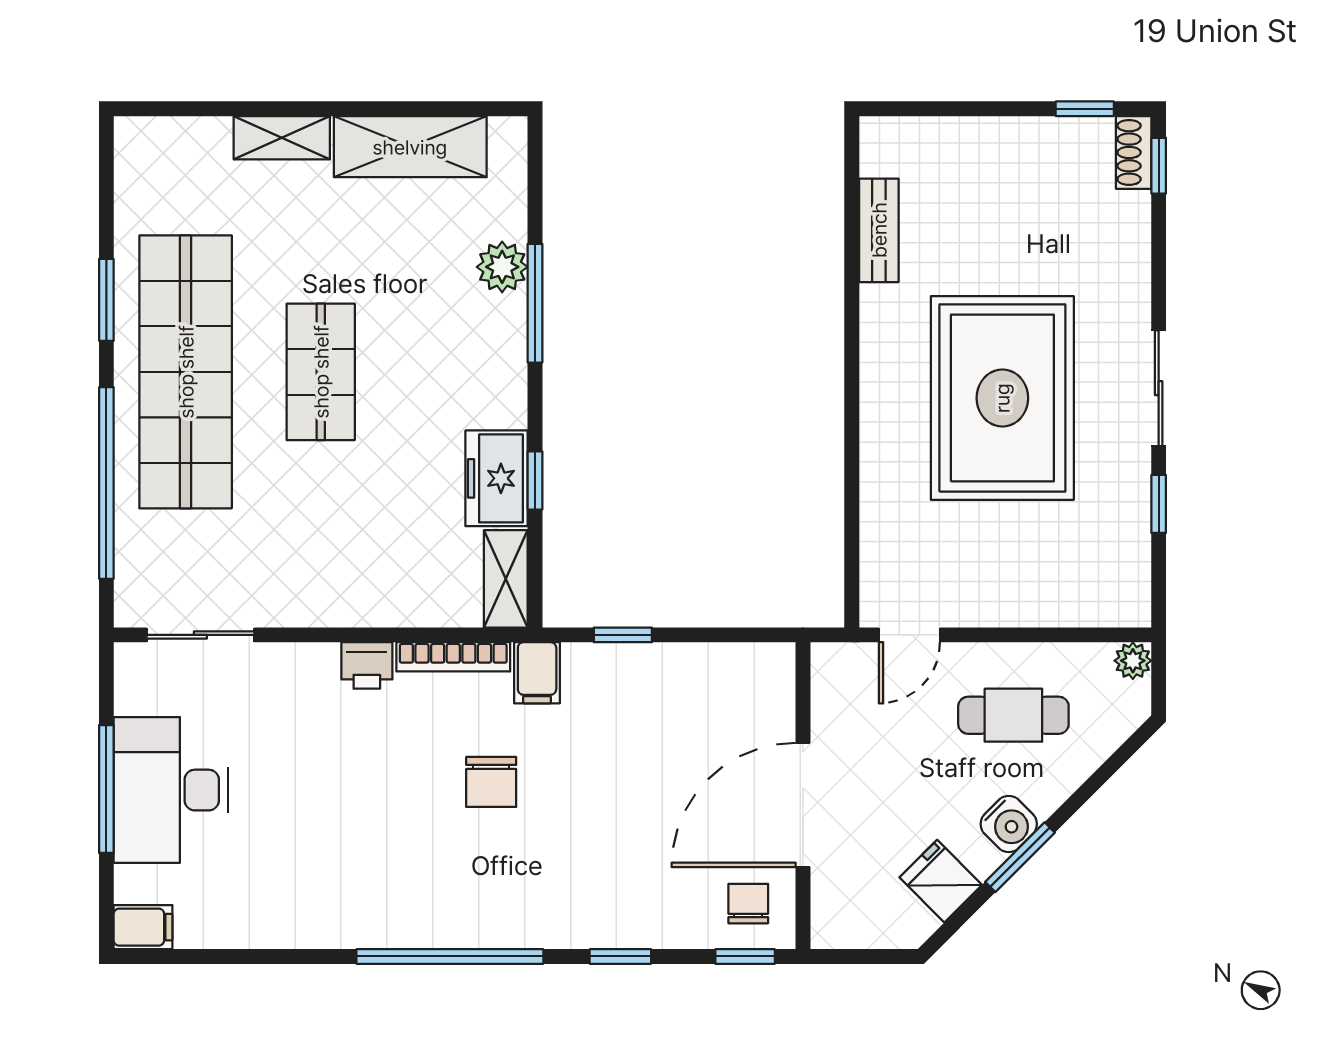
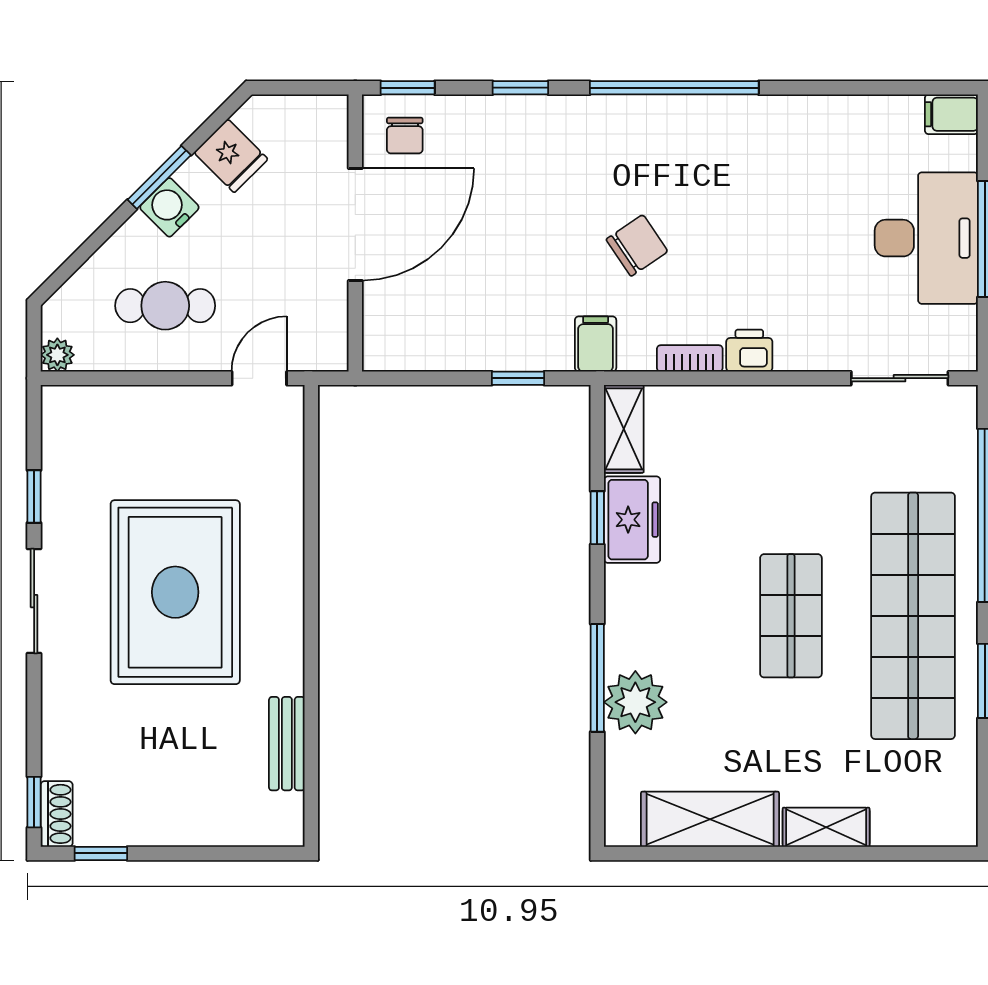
plant: (502, 267) -> (635, 702), width x1.36, depth x1.36
bookcase: (453, 657) -> (690, 358), width x0.64
chair: (491, 782) -> (637, 245), turned 56

